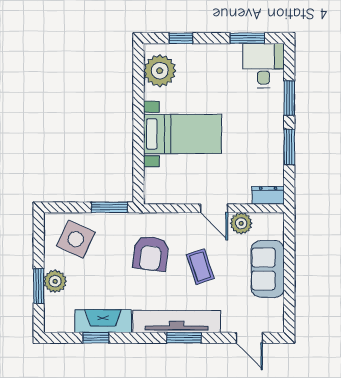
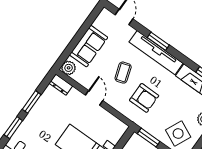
plant: (241, 223) -> (69, 68), moved
armchair: (151, 253) -> (144, 98), turned 83

